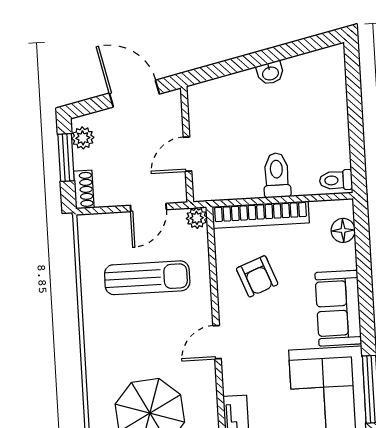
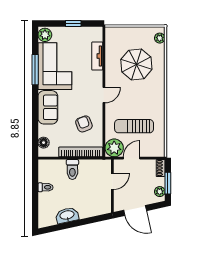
washbasin: (270, 73) -> (67, 215), width x1.91, depth x1.45
toilet: (336, 180) -> (46, 187), moved
plant: (197, 218) -> (114, 148), width x1.88, depth x1.88

